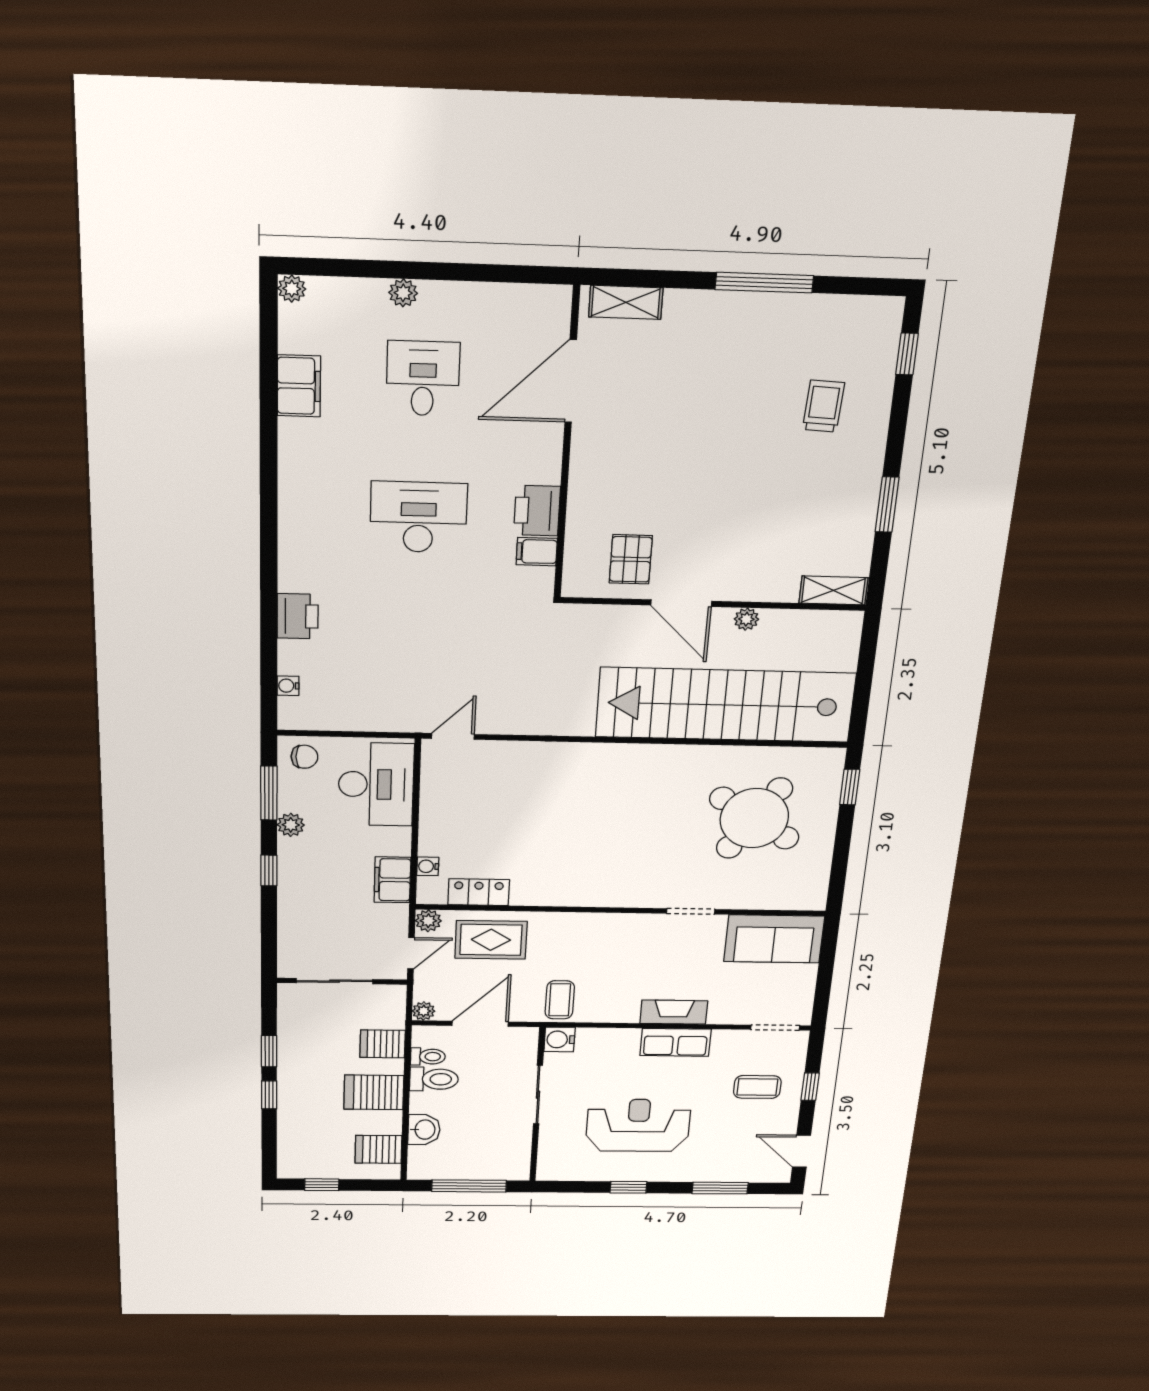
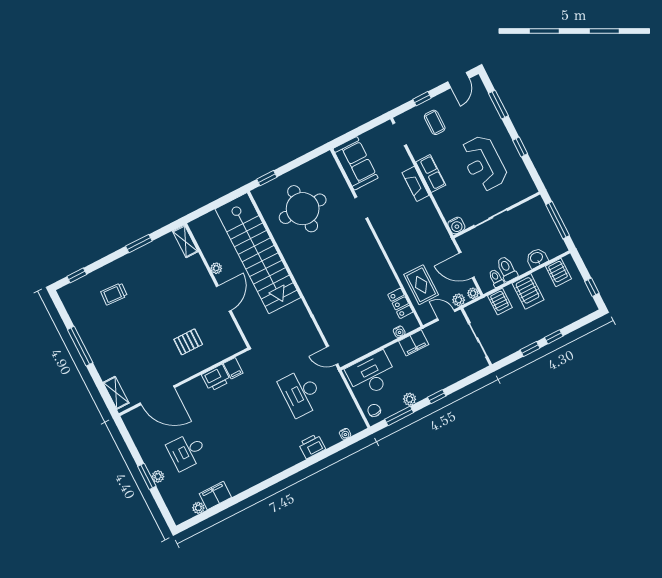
window: (416, 270) -> (147, 476), added
plant: (292, 289) -> (198, 508), moved
desk: (418, 517) -> (301, 393), moved
pallet: (631, 559) -> (188, 342), moved
round table: (754, 818) -> (303, 209), turned -33
plant: (428, 921) -> (459, 300), moved
coffee table: (560, 1000) -> (436, 238), removed

